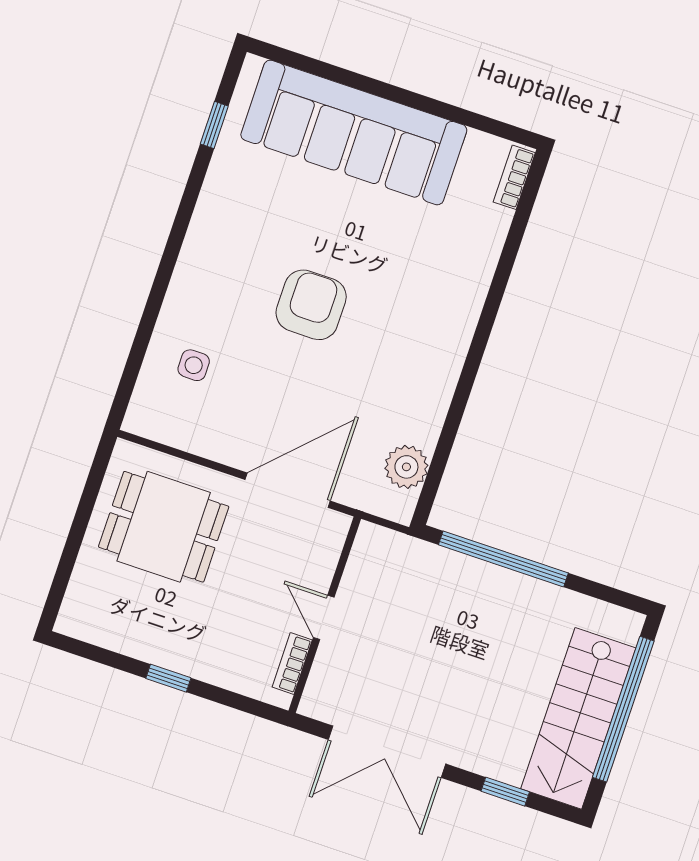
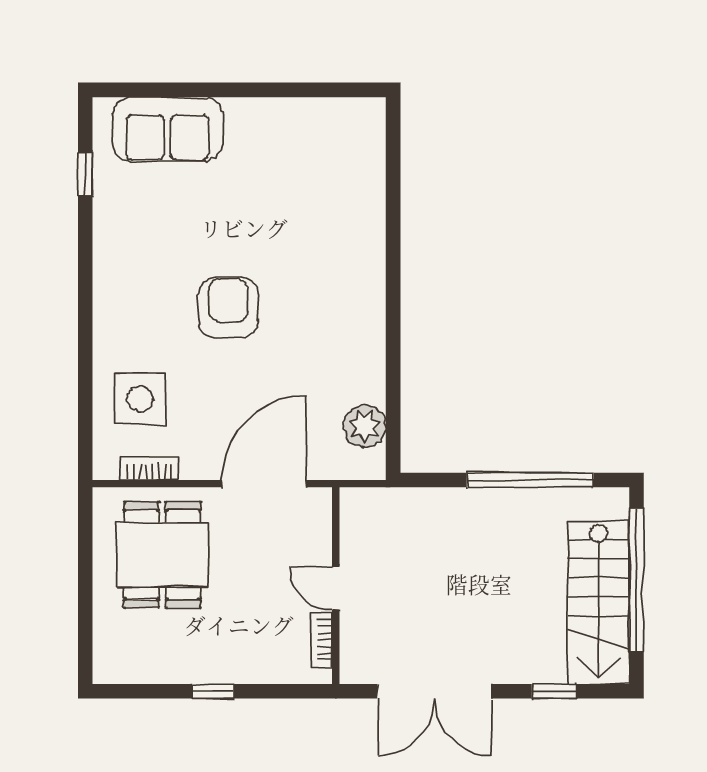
sofa: (354, 132) -> (168, 129), width x0.54, depth x0.79
bookcase: (514, 177) -> (149, 469), moved, turned 90
side table: (194, 365) -> (140, 399), width x1.87, depth x1.87
dining table: (164, 527) -> (162, 555), turned 90
window: (503, 559) -> (530, 480), moved

